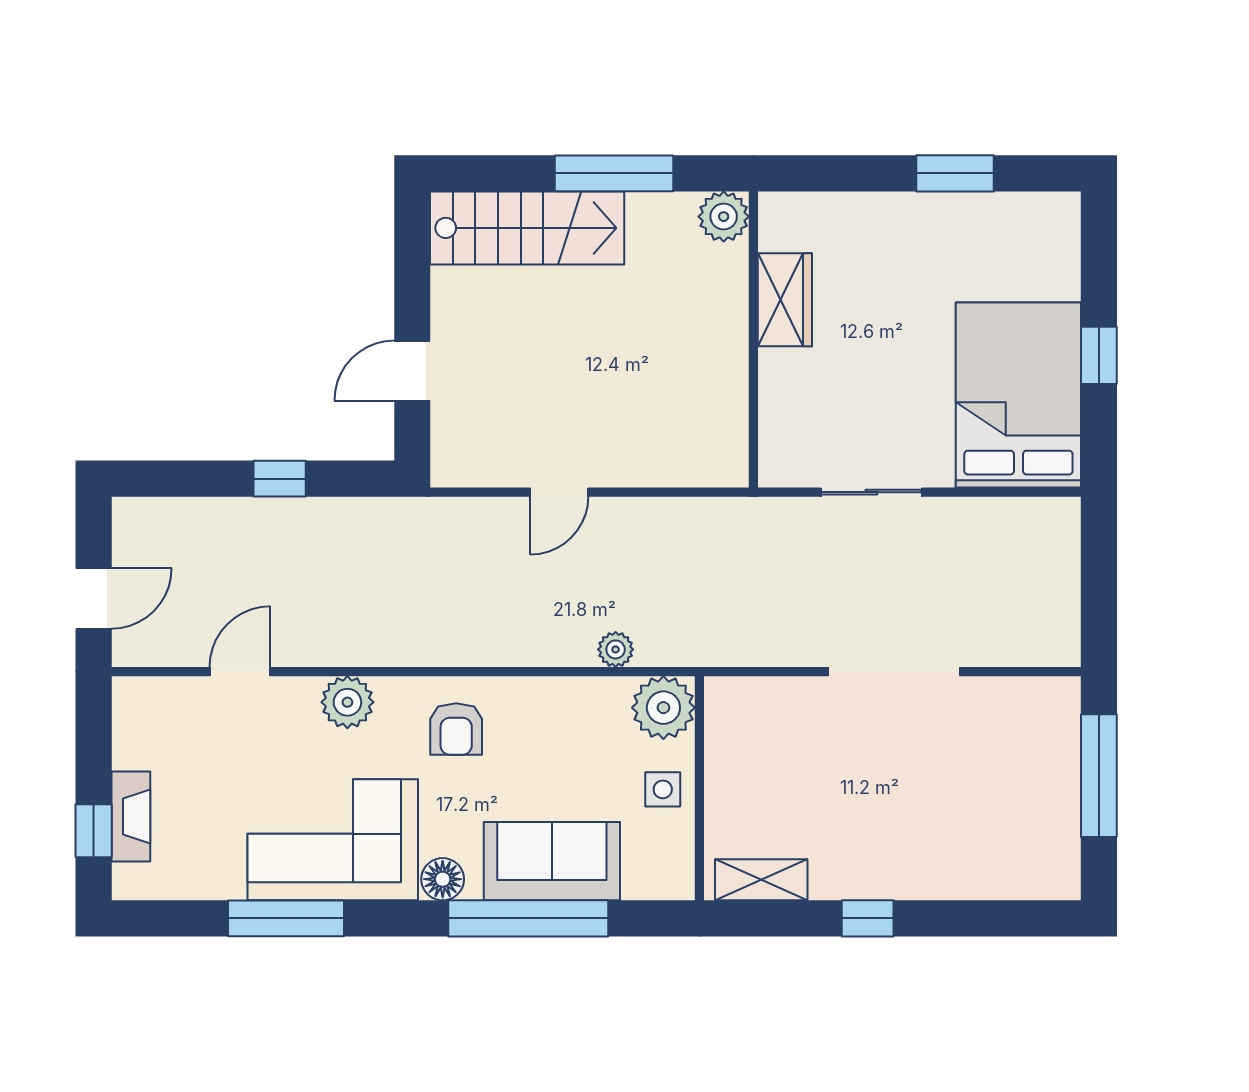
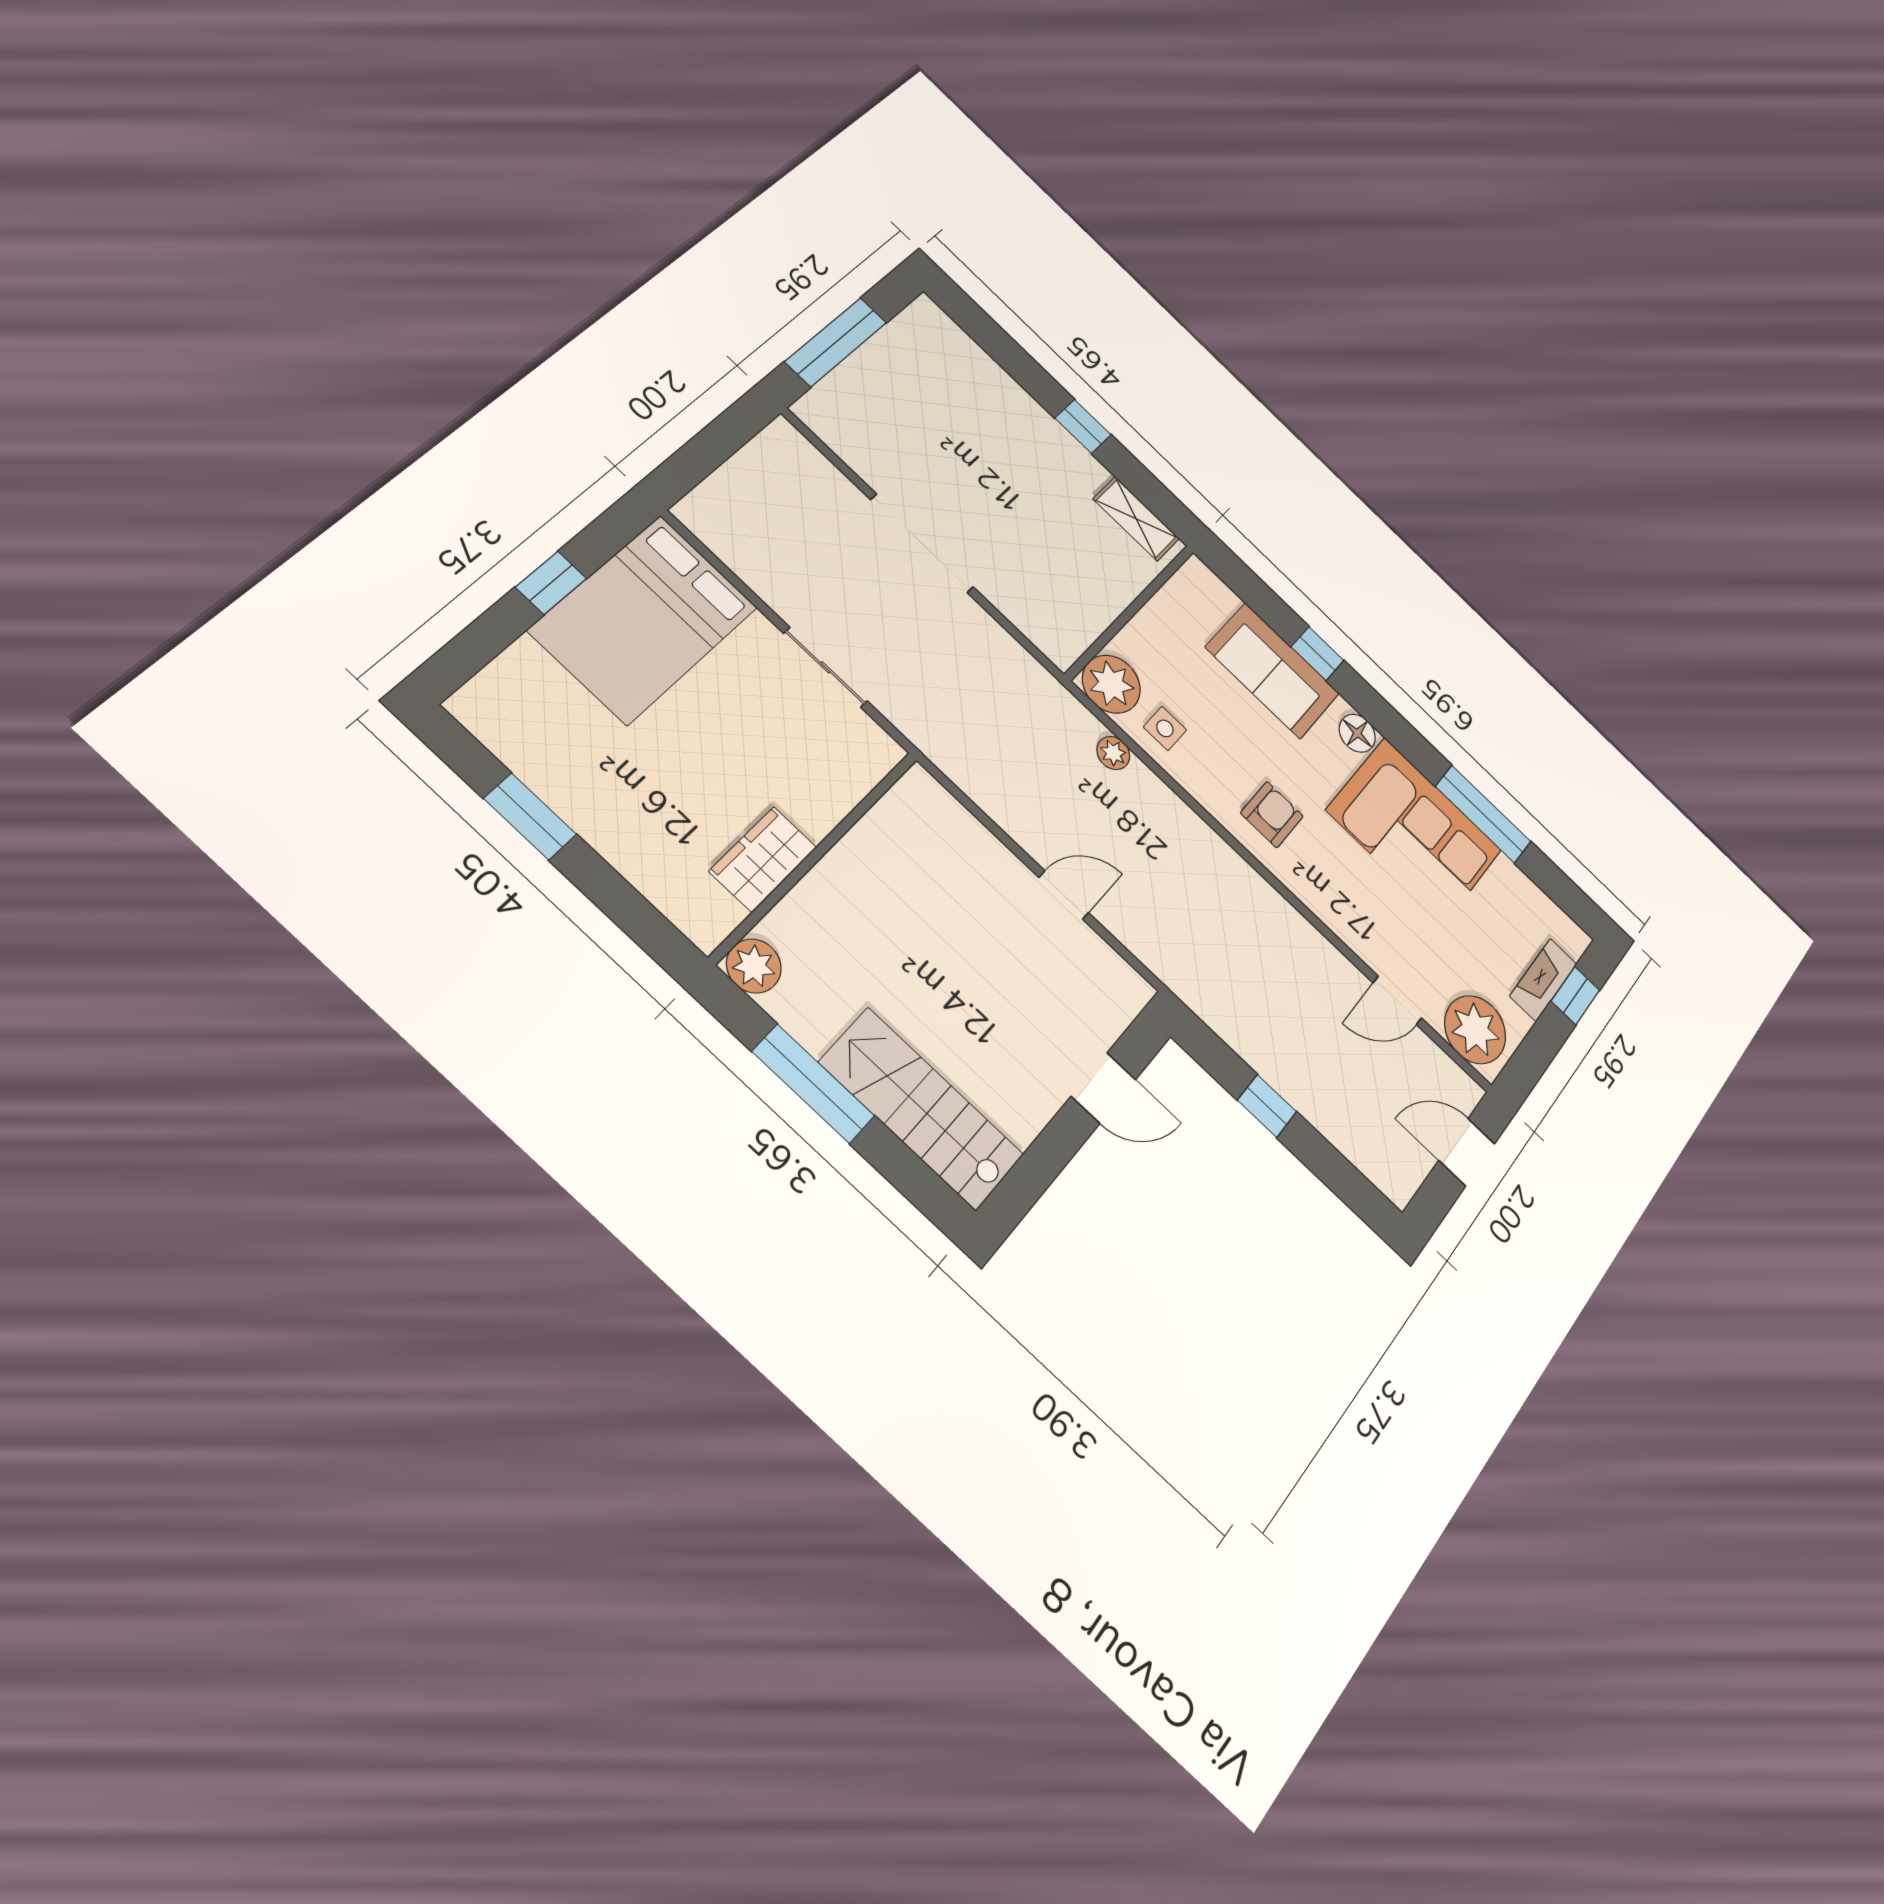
plant: (347, 702) -> (1475, 1030), moved, width x1.36, depth x1.36
side table: (663, 789) -> (1165, 728), moved
window: (528, 918) -> (1318, 654), width x0.32

